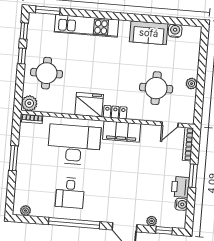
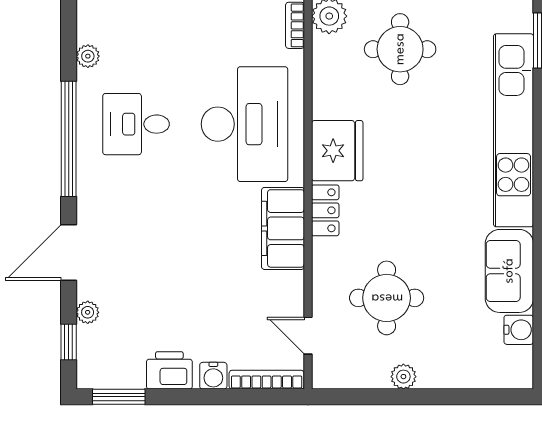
kitchen unit: (87, 26) -> (514, 130), width x1.36
window: (193, 176) -> (119, 397), moved
water cooler: (181, 204) -> (213, 376), moved
plant: (25, 211) -> (88, 56), moved

